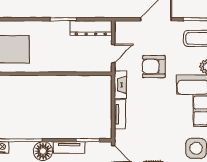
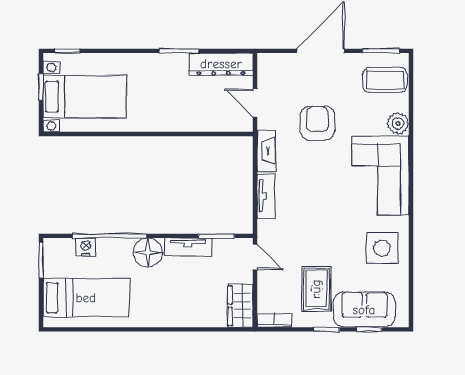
door: (113, 53) -> (255, 103), swing flipped
armchair: (154, 67) -> (317, 123), turned 90

